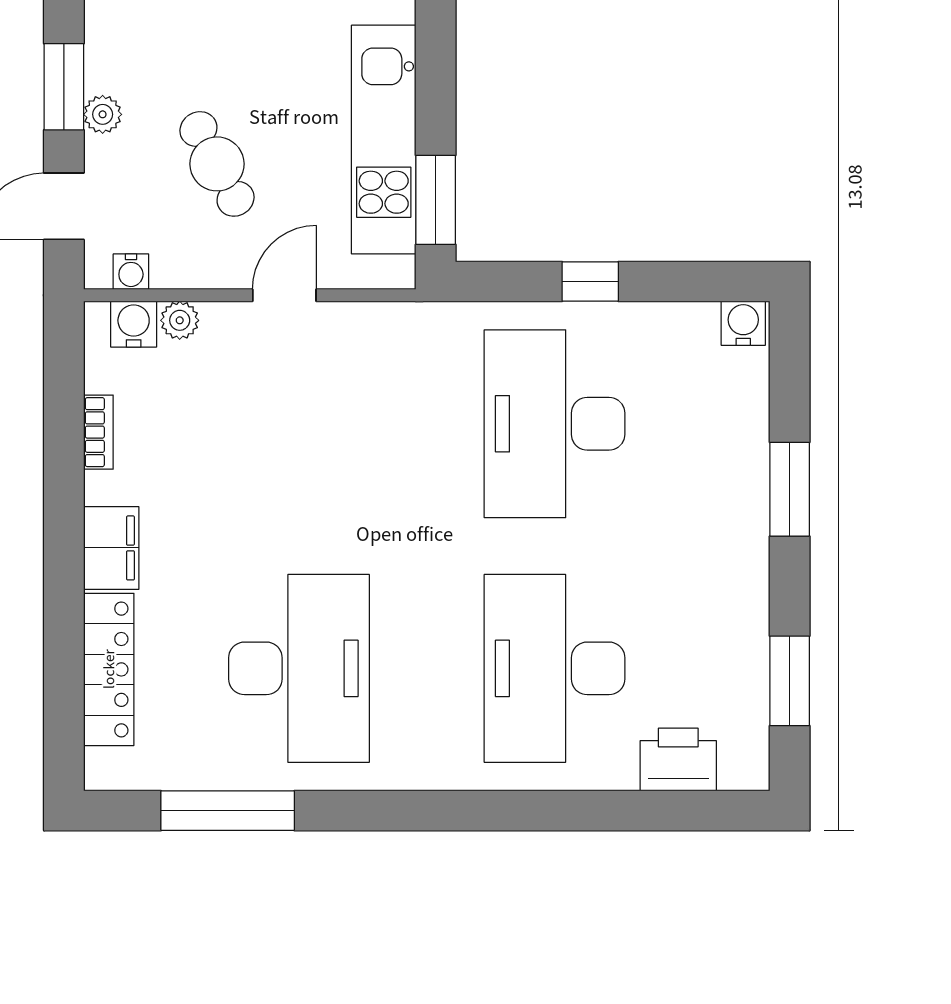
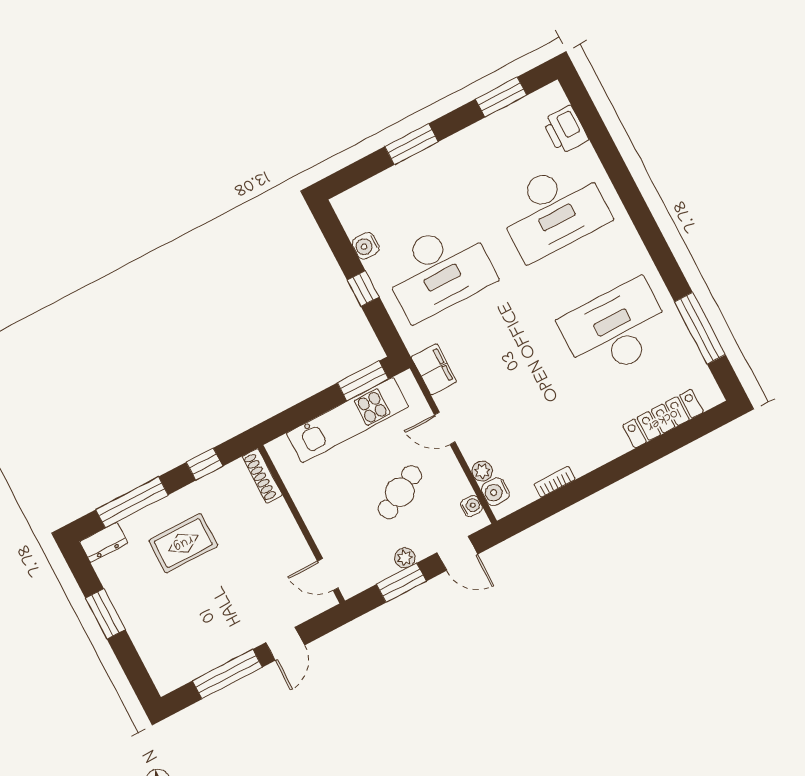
water cooler: (743, 323) -> (366, 246), moved
filing cabinet: (111, 548) -> (434, 369), moved, turned 90

